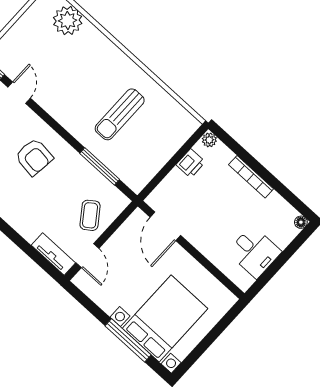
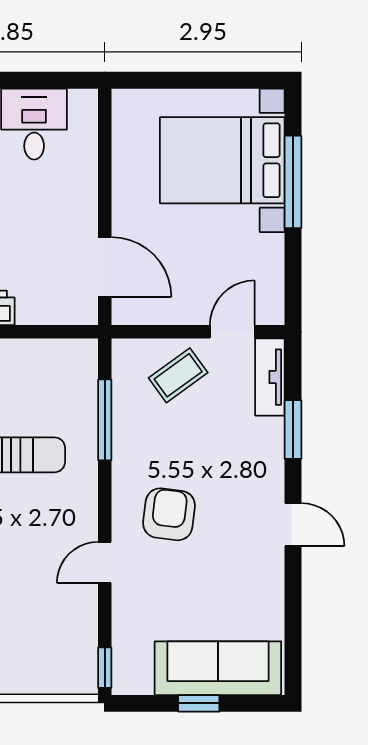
door: (19, 93) -> (105, 562), moved
door: (165, 226) -> (105, 267), hinge flipped
window: (22, 243) -> (293, 430), added

